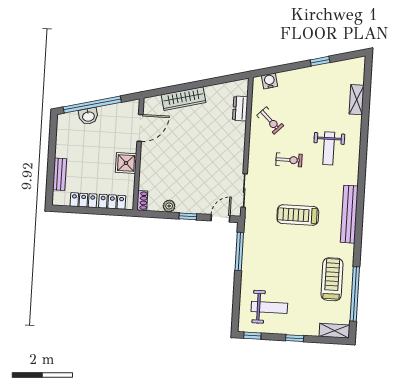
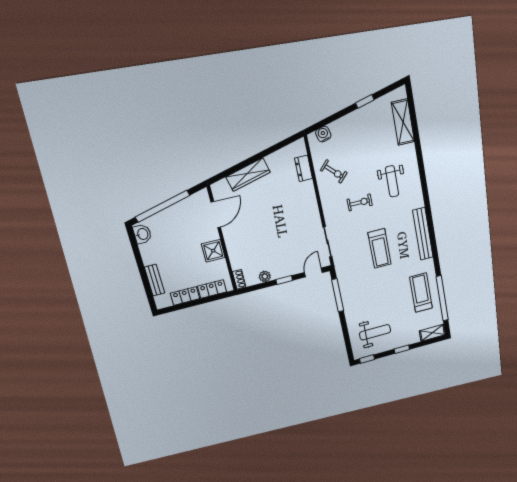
shelving: (357, 100) -> (403, 122), width x1.50, depth x1.33
washbasin: (88, 116) -> (142, 234), moved, turned -76
treadmill: (298, 215) -> (380, 248), turned -90

